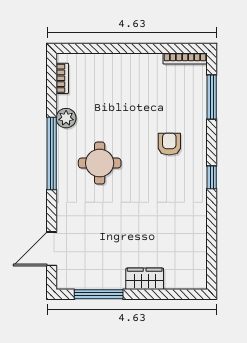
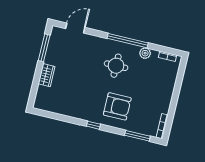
armchair: (169, 144) -> (117, 106), width x1.88, depth x1.88
door: (52, 249) -> (75, 28), hinge flipped

